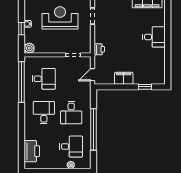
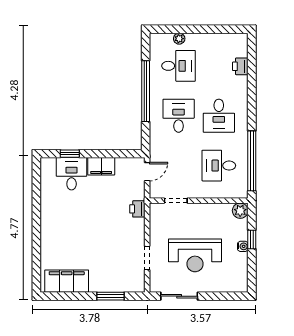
desk: (154, 37) -> (72, 174), moved, turned 90
desk: (71, 146) -> (179, 66), turned 180
printer: (32, 151) -> (240, 66), width x0.53, depth x0.68

